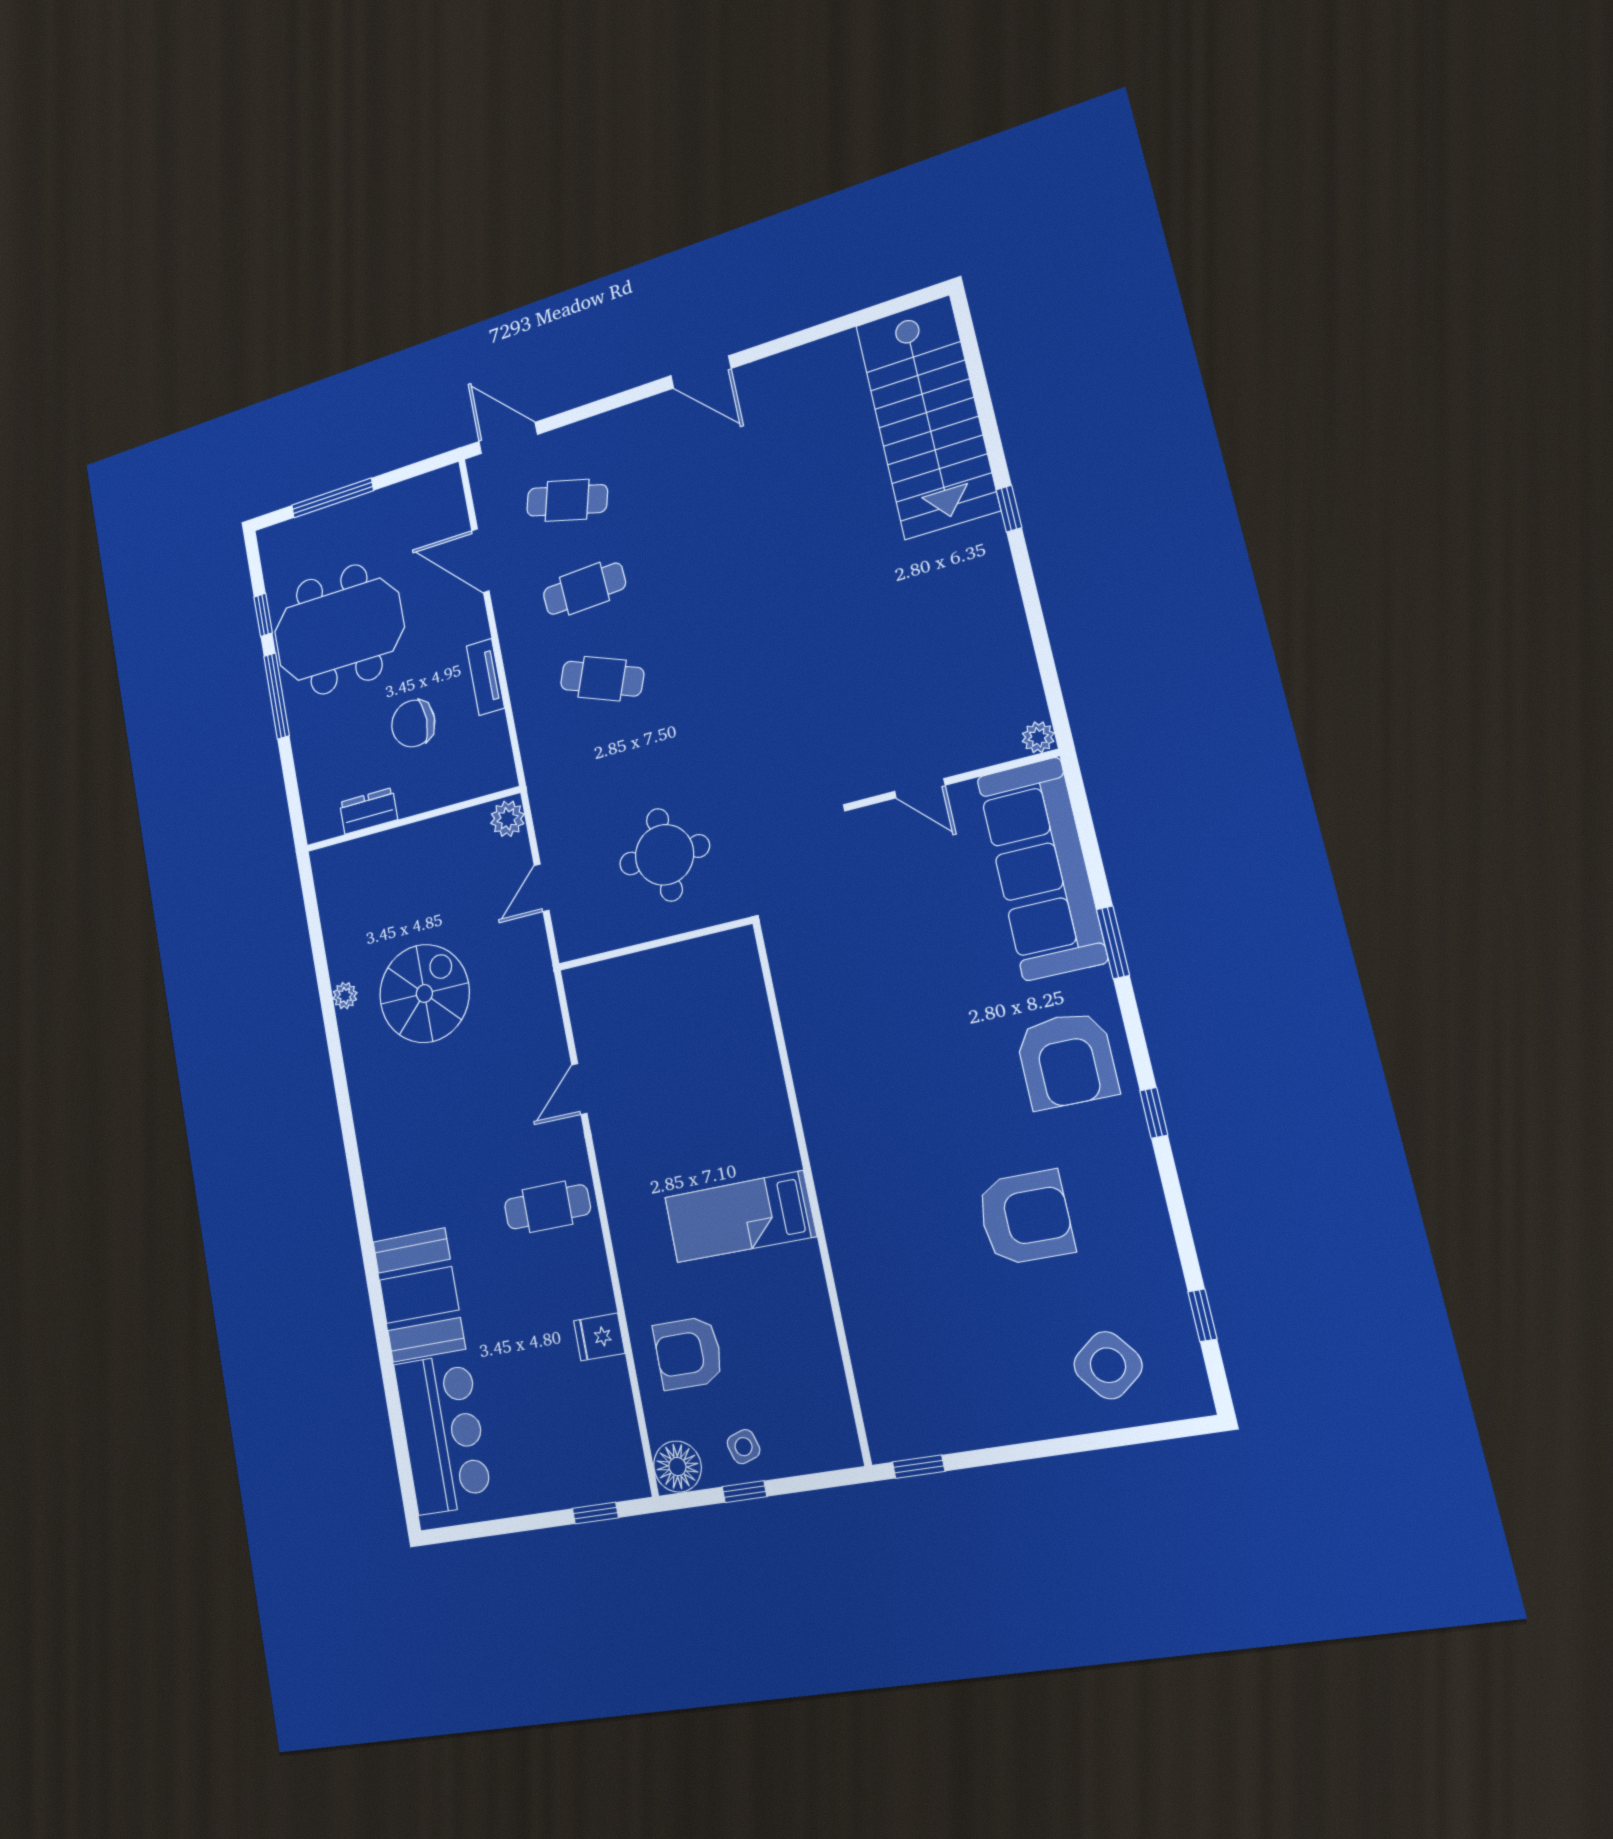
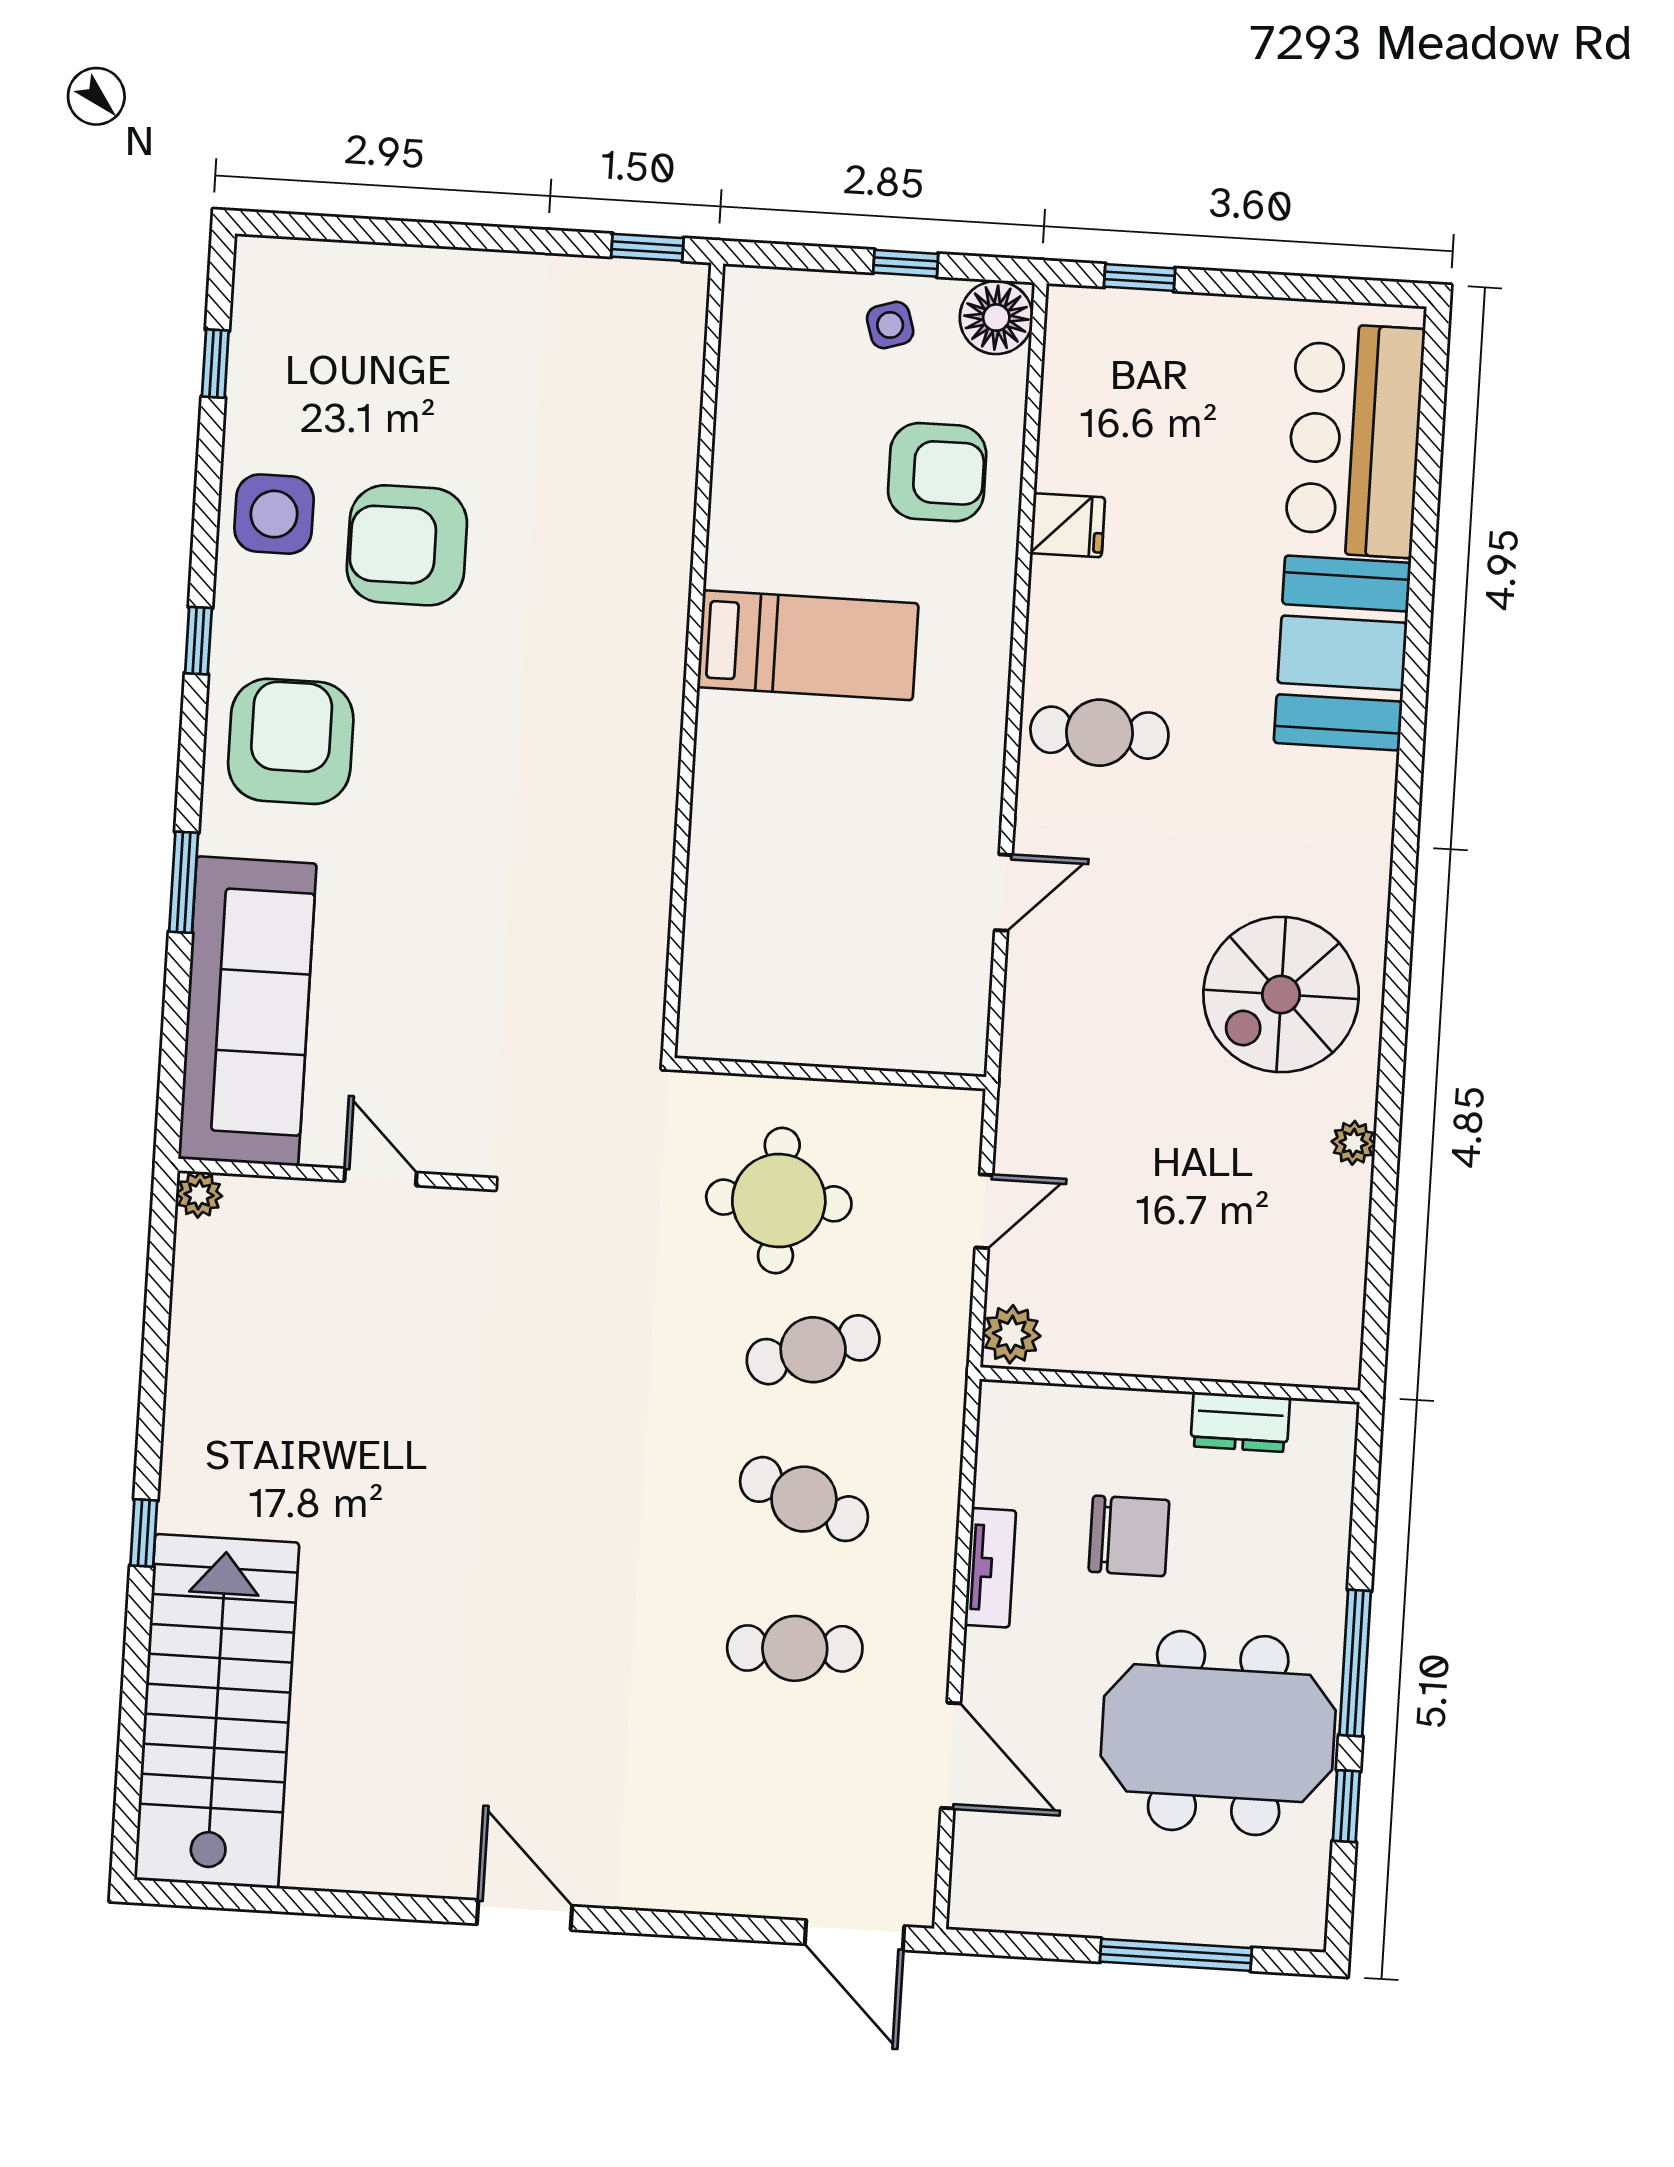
cafe table: (567, 500) -> (813, 1350), moved, turned -33
spiral stairs: (424, 993) -> (1281, 994), moved
side table: (1108, 1365) -> (274, 514), moved, turned 38

